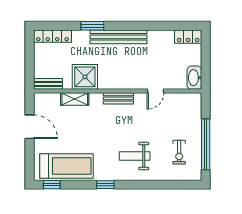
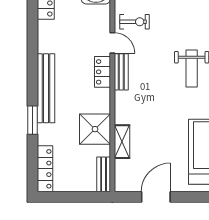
locker: (132, 83) -> (103, 72), added
bench: (118, 98) -> (121, 72), moved
exercise bike: (179, 152) -> (134, 22), moved

